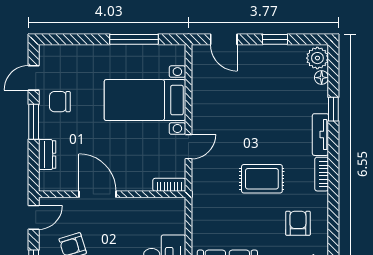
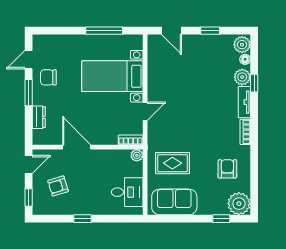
plant: (318, 101) -> (242, 77), added
rug: (262, 179) -> (172, 163), moved
plant: (177, 205) -> (137, 155), added

